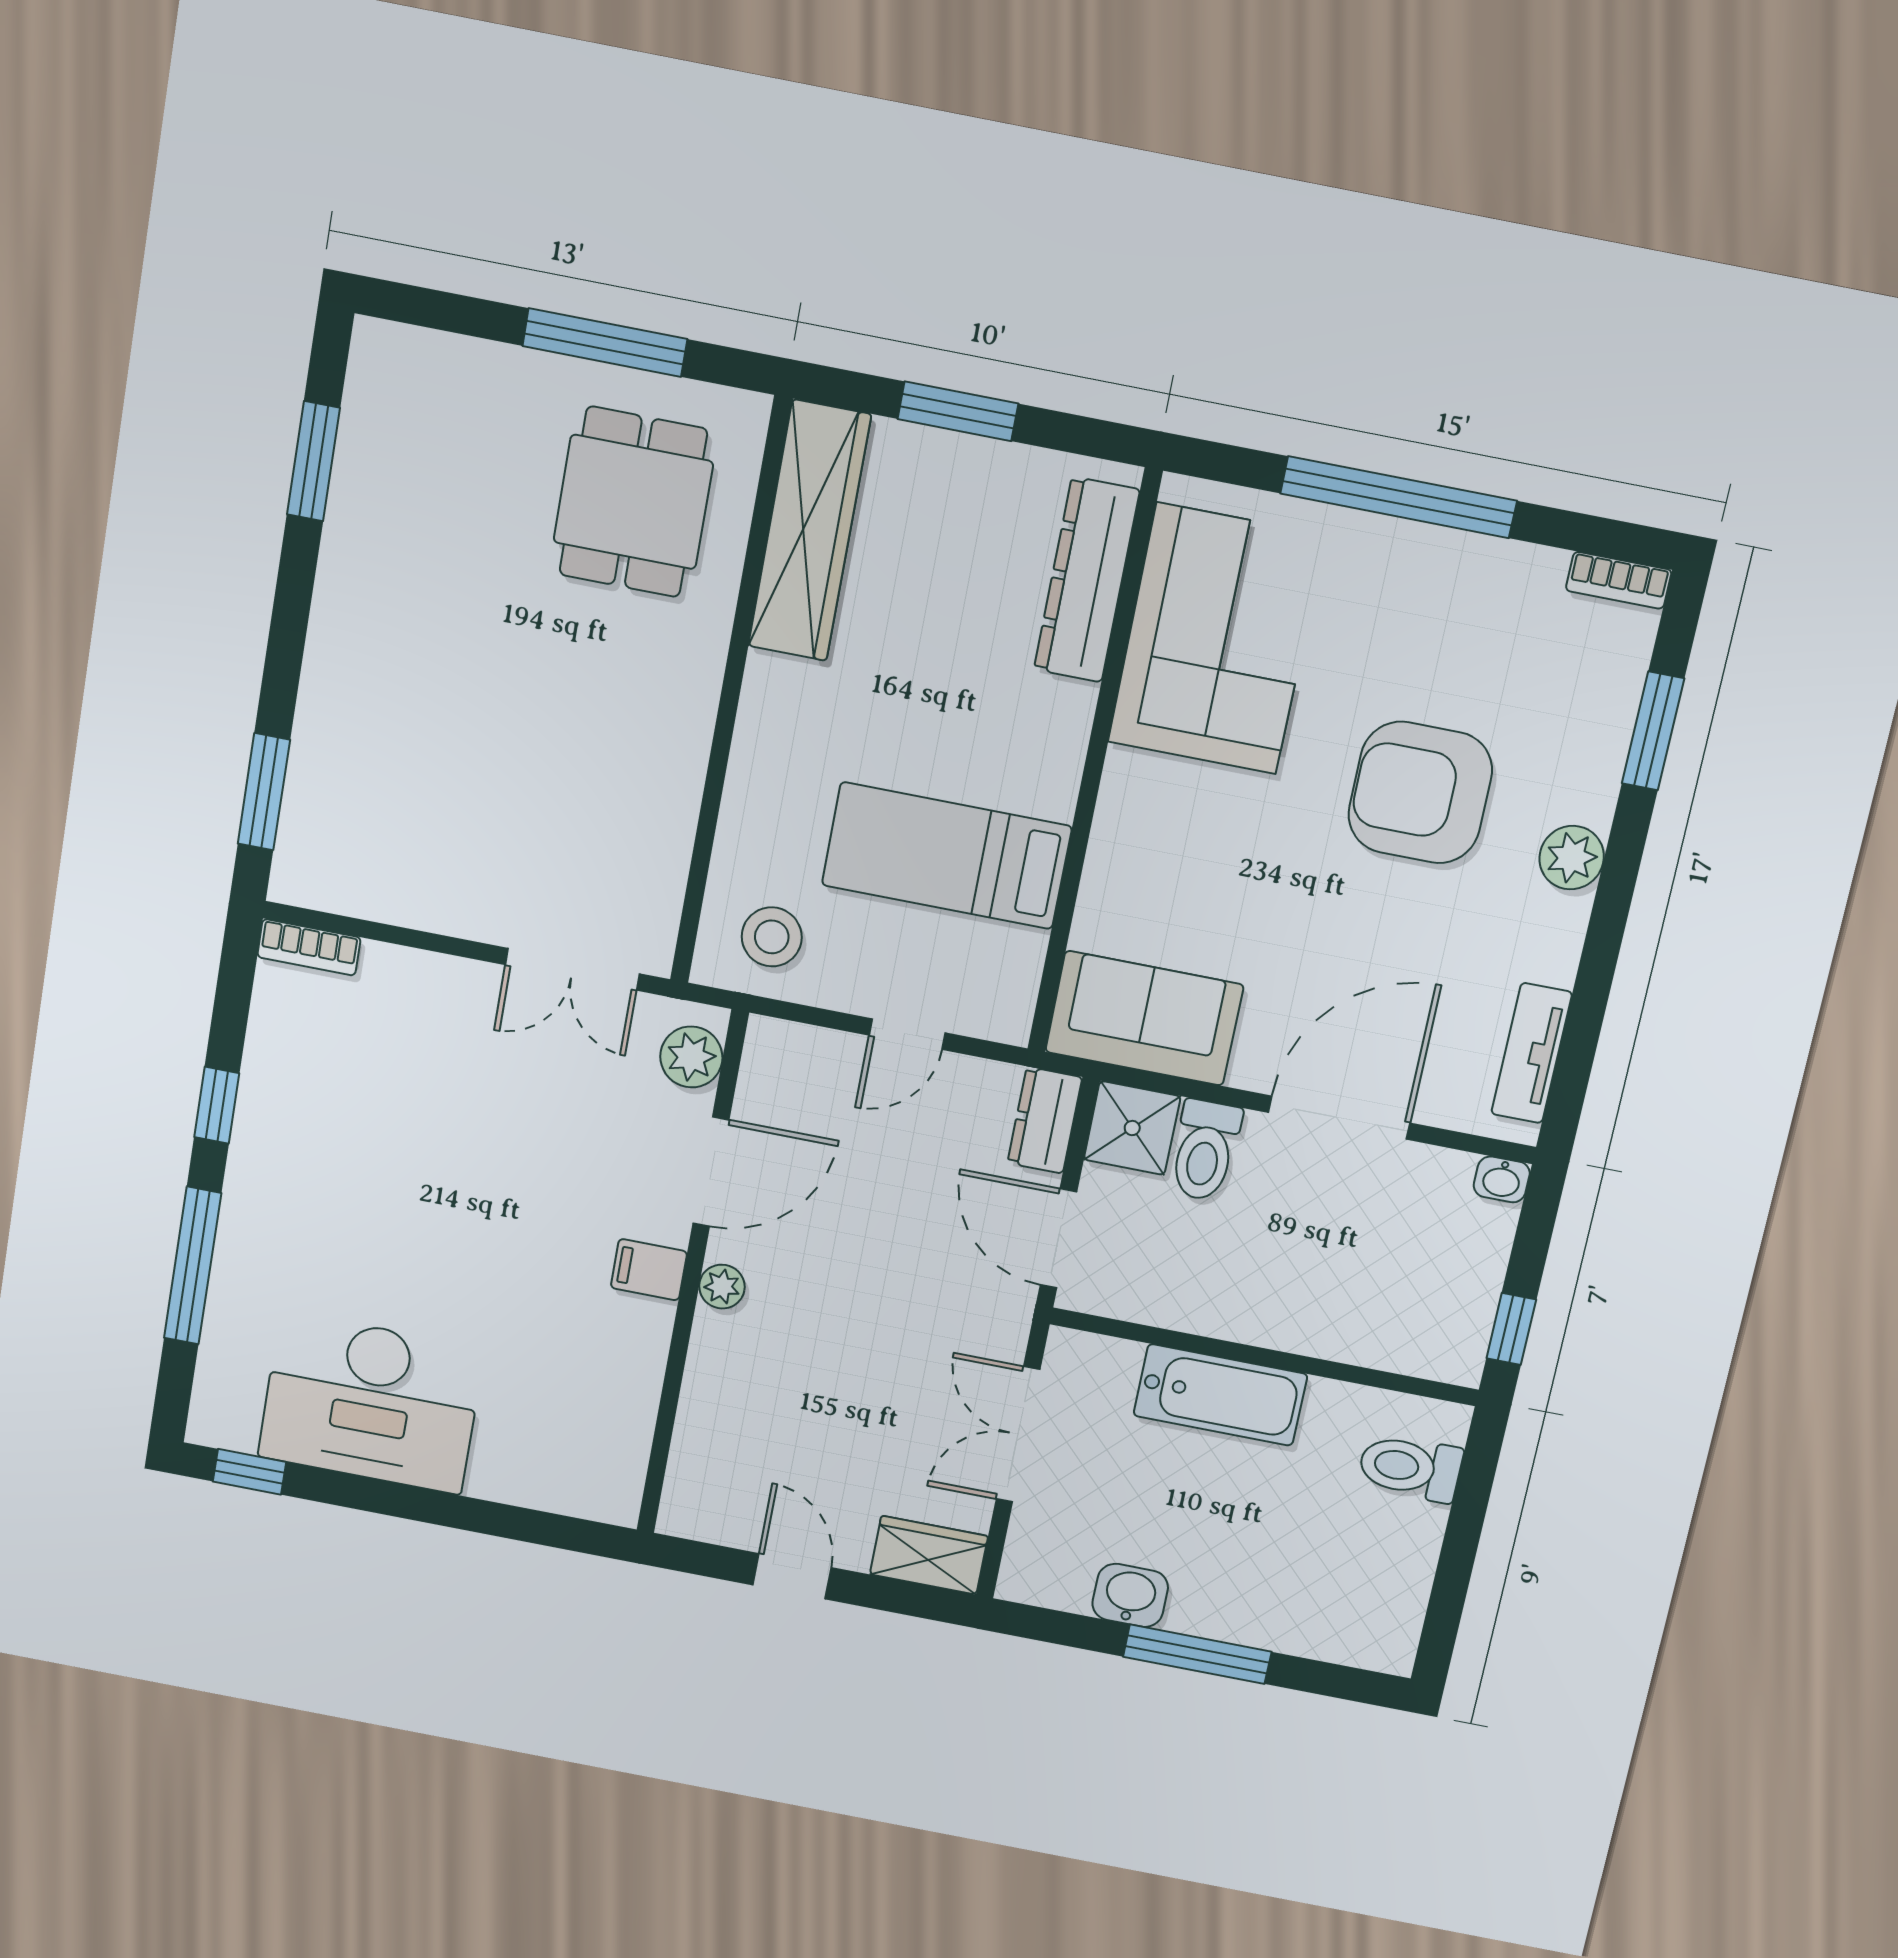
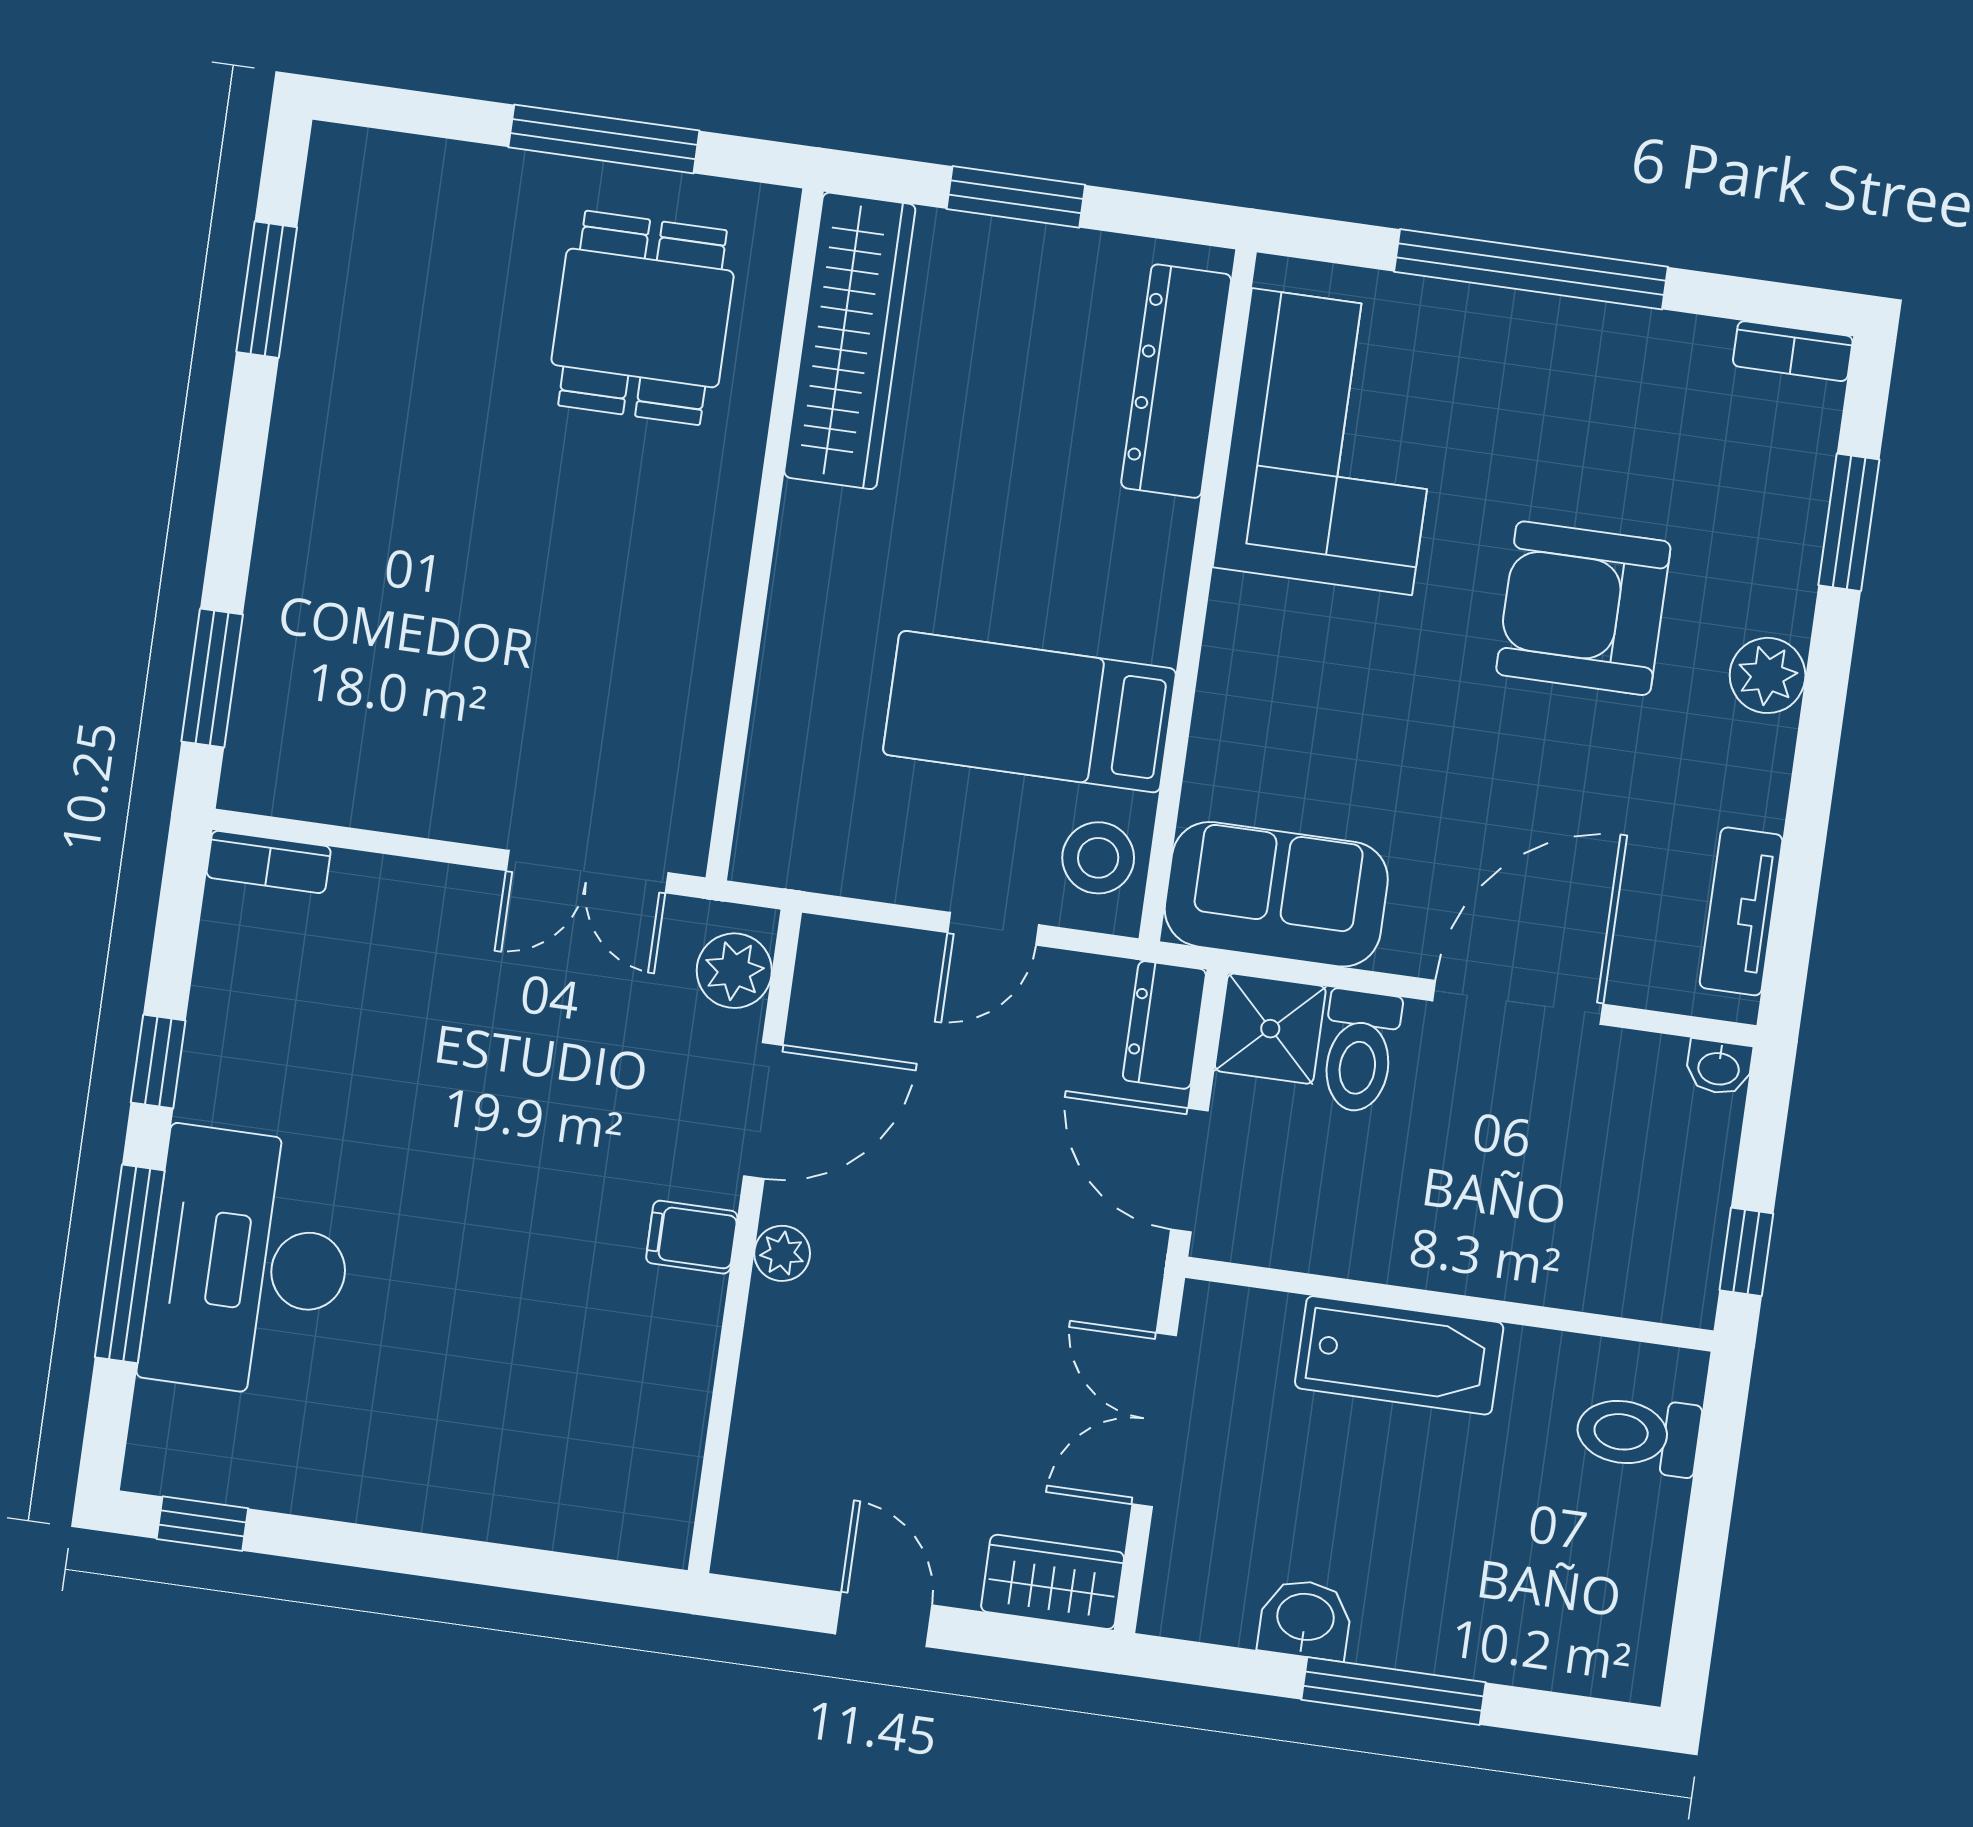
stool: (772, 937) -> (1098, 858), moved
desk: (371, 1403) -> (249, 1263), moved, turned 90

